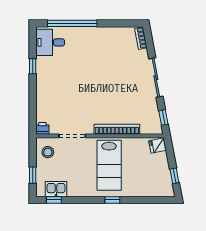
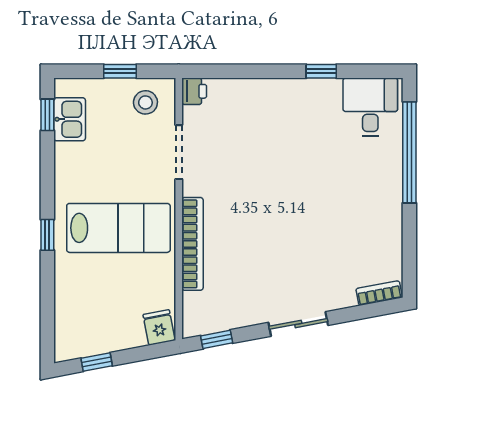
sliding door: (156, 78) -> (298, 324), width x0.73
lab bench: (109, 165) -> (118, 228), turned 180
window: (33, 175) -> (120, 71), moved

